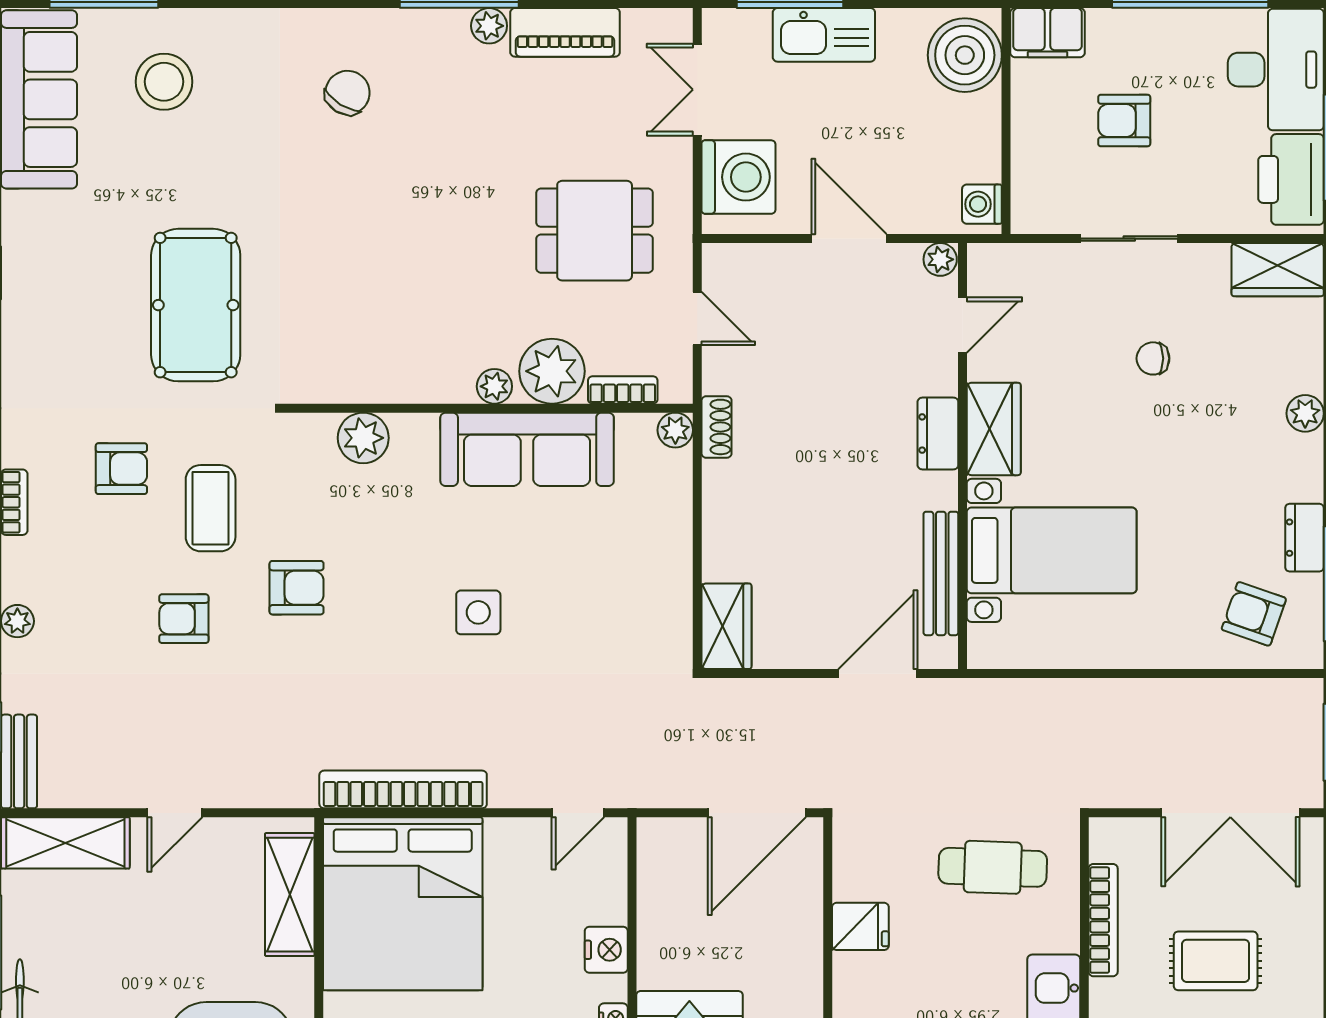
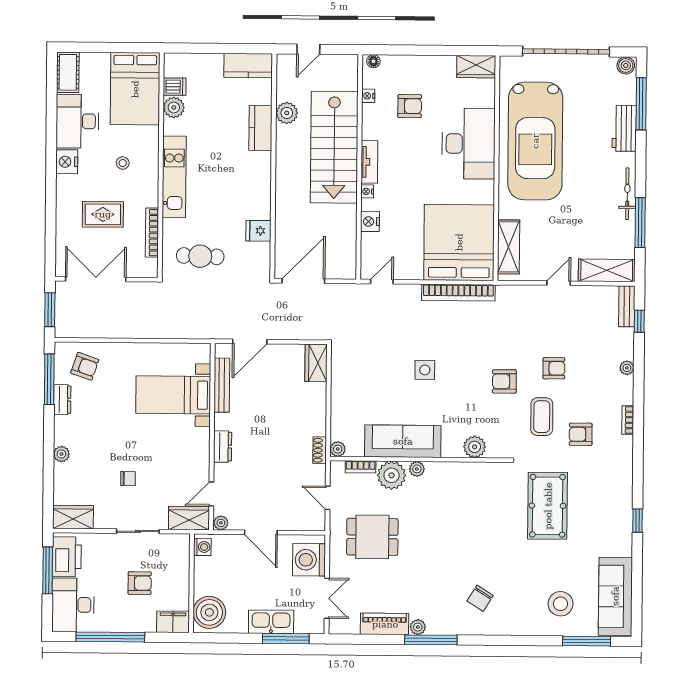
wardrobe: (994, 429) -> (189, 518), moved, turned 90

